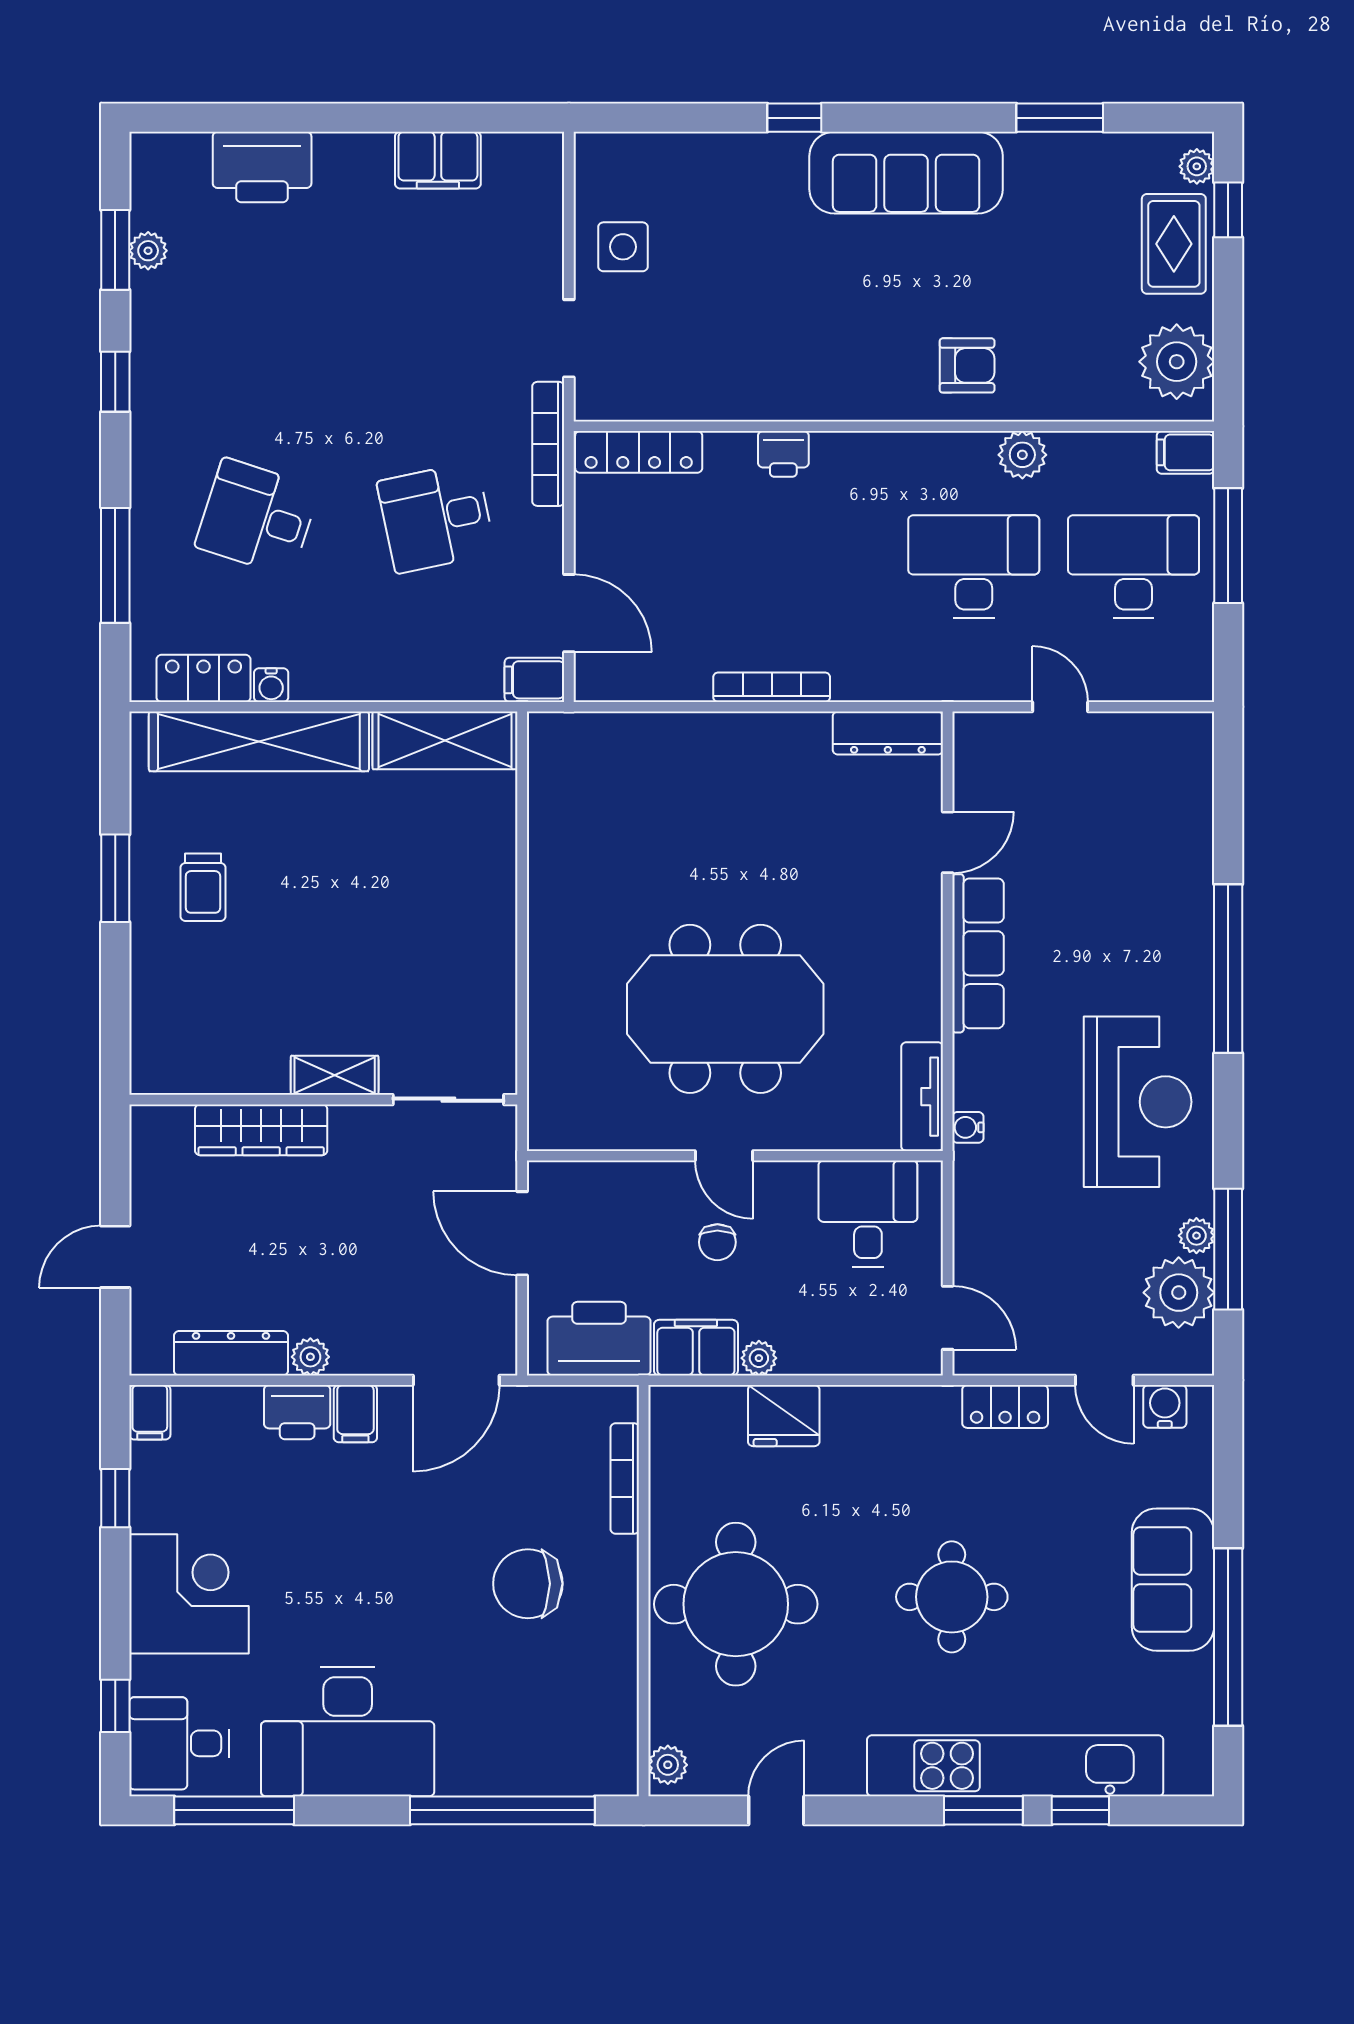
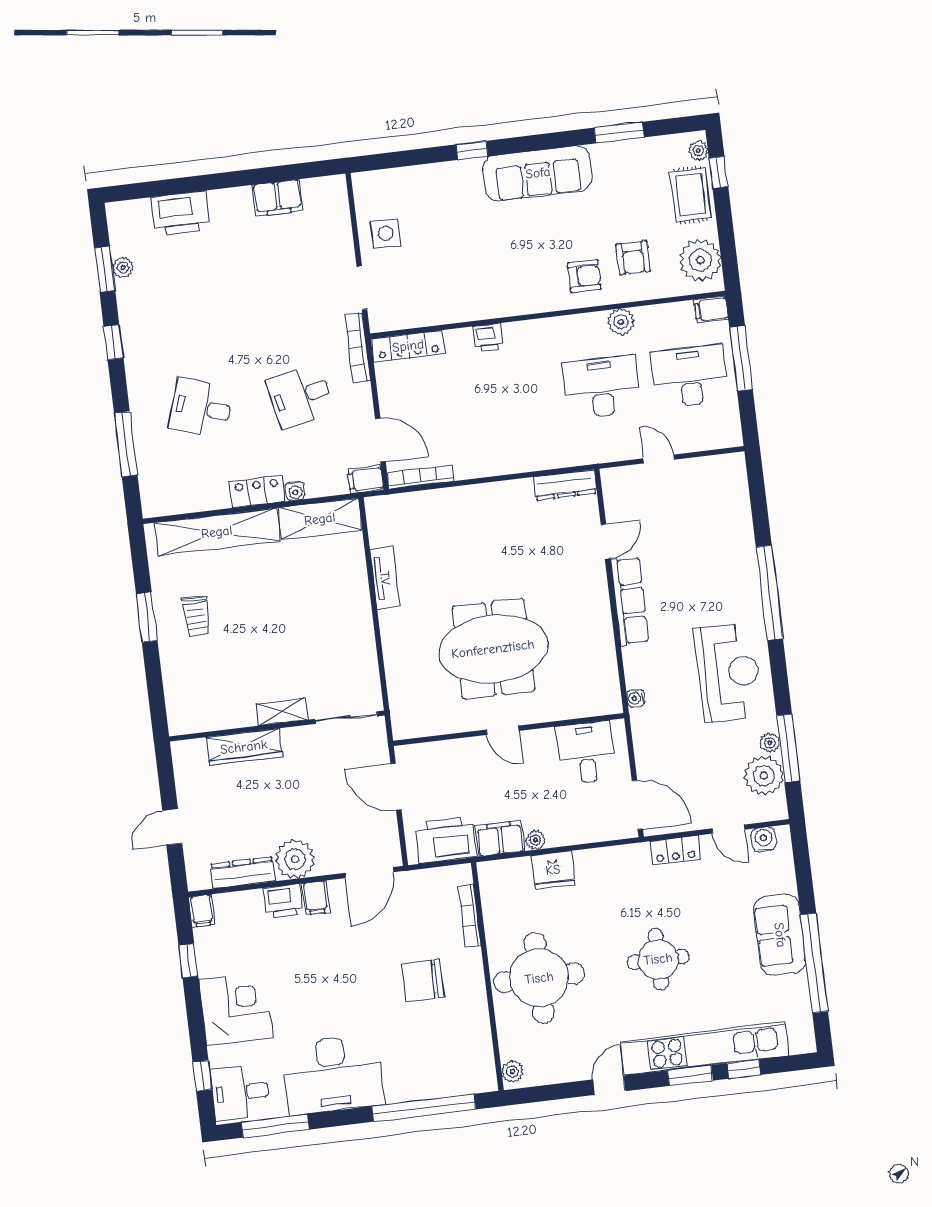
armchair: (1058, 343) -> (633, 258), added
locker: (204, 678) -> (257, 492), moved
water cooler: (271, 685) -> (295, 491), moved
bookcase: (772, 687) -> (420, 477), moved
tv unit: (922, 1097) -> (385, 578), moved, turned 180
chair: (717, 1242) -> (505, 779), removed
door: (948, 1318) -> (637, 805), width x1.38
plant: (310, 1357) -> (295, 859), width x1.88, depth x1.88
door: (776, 1810) -> (609, 1085), moved

